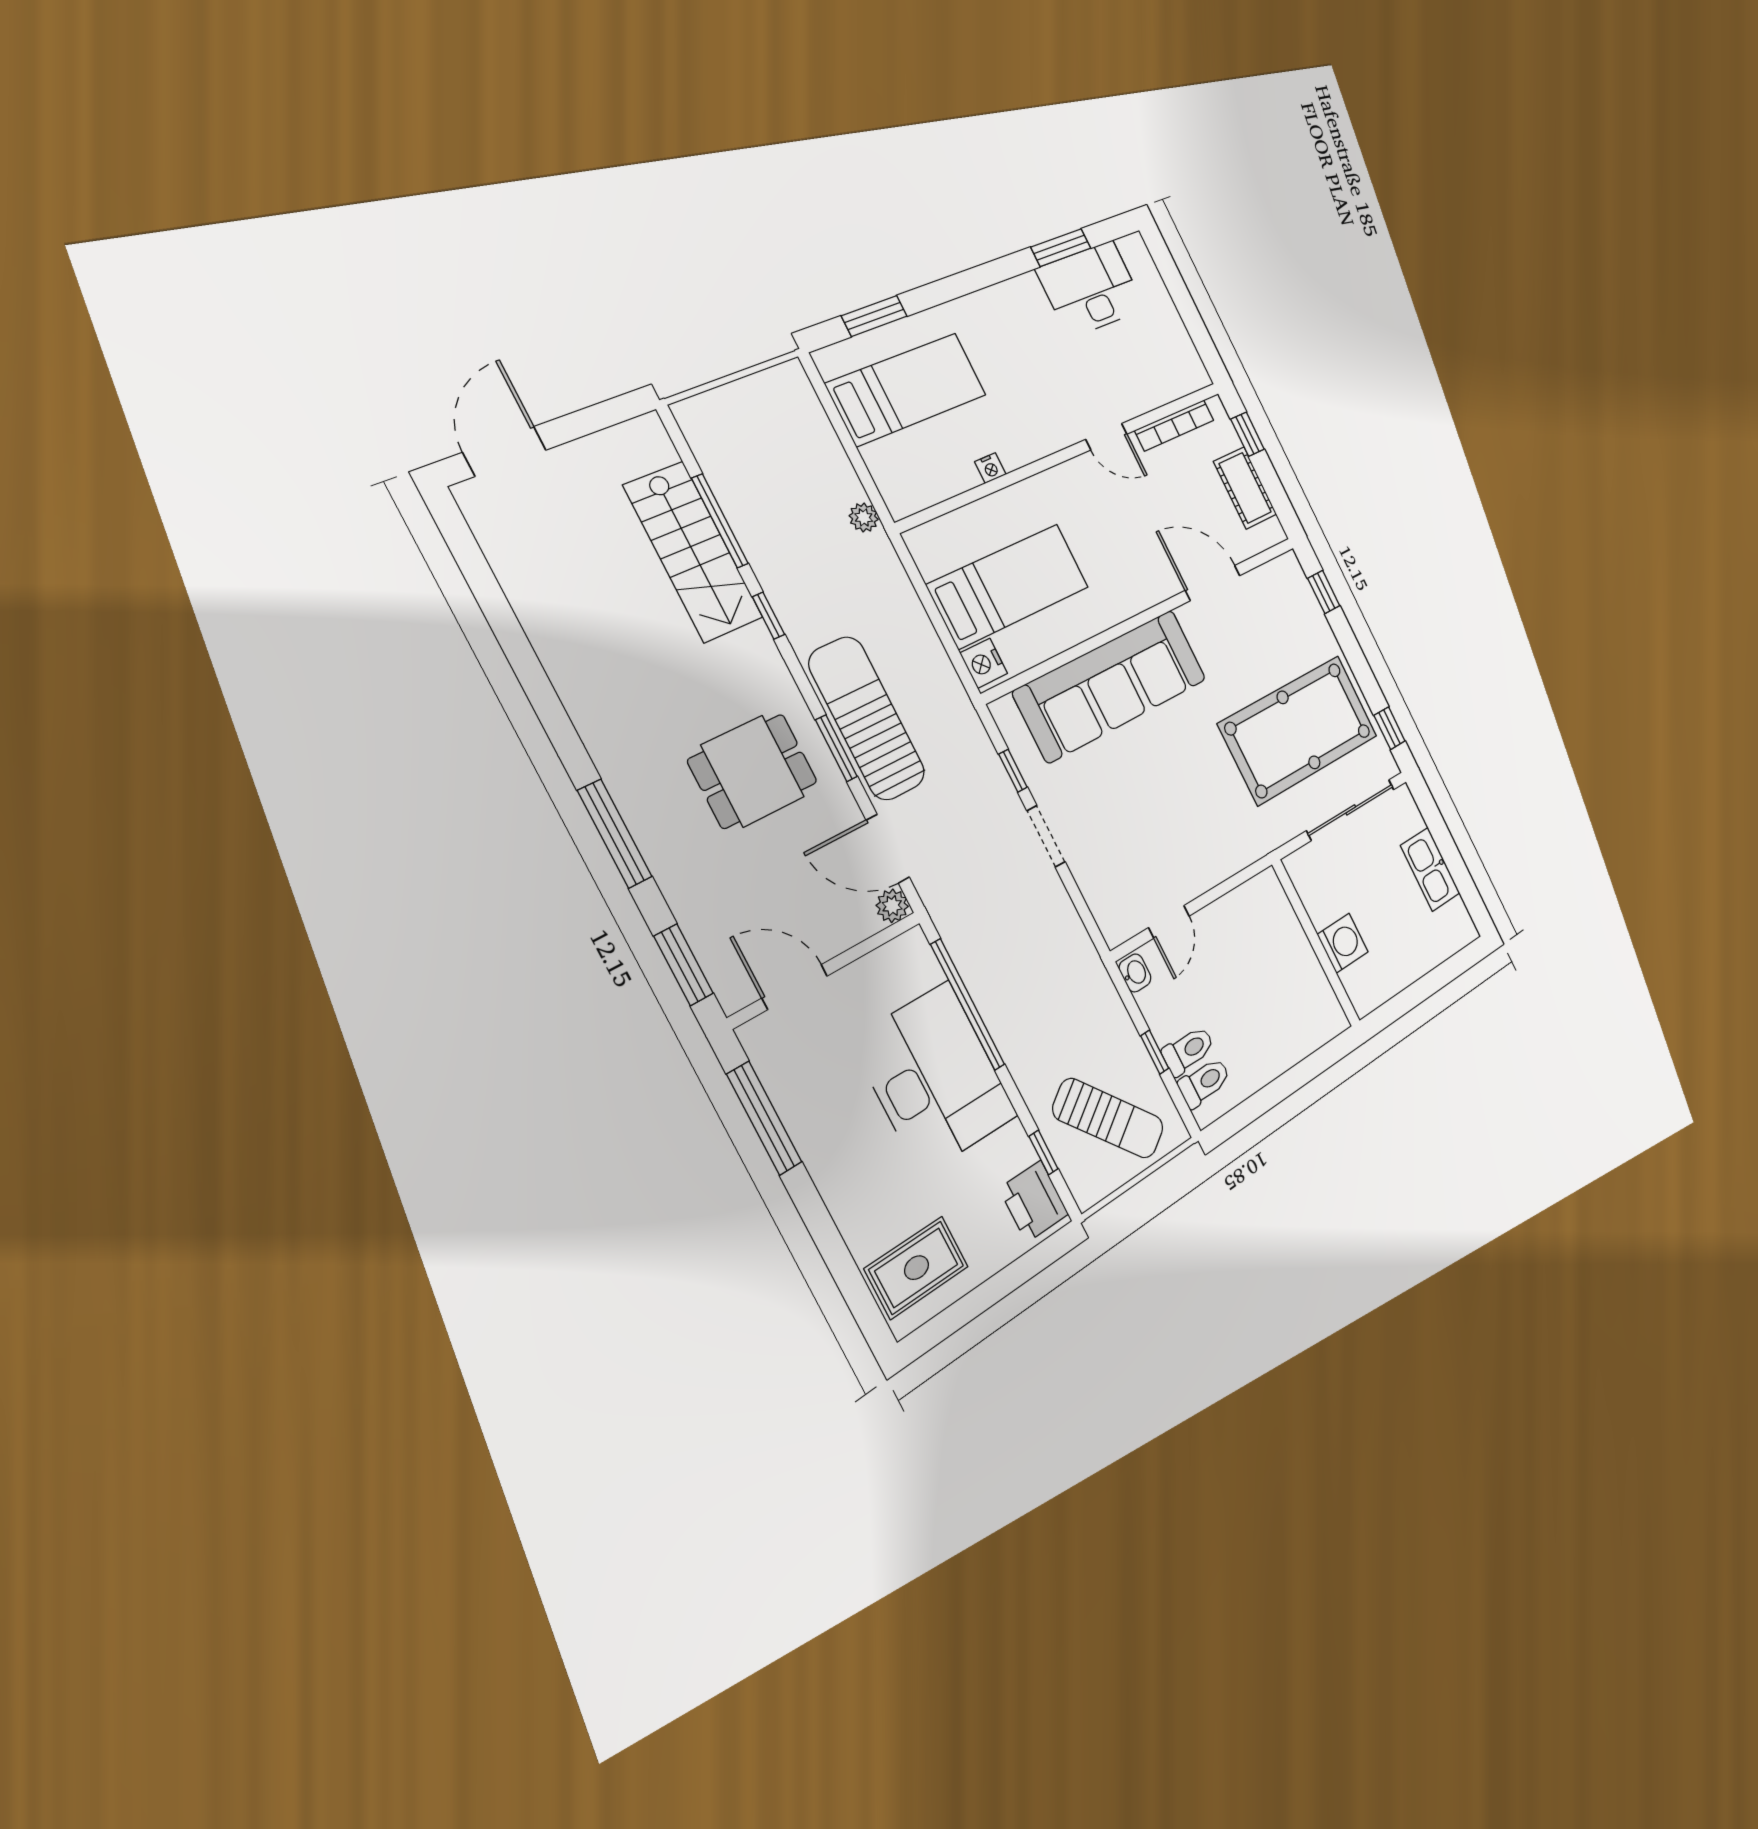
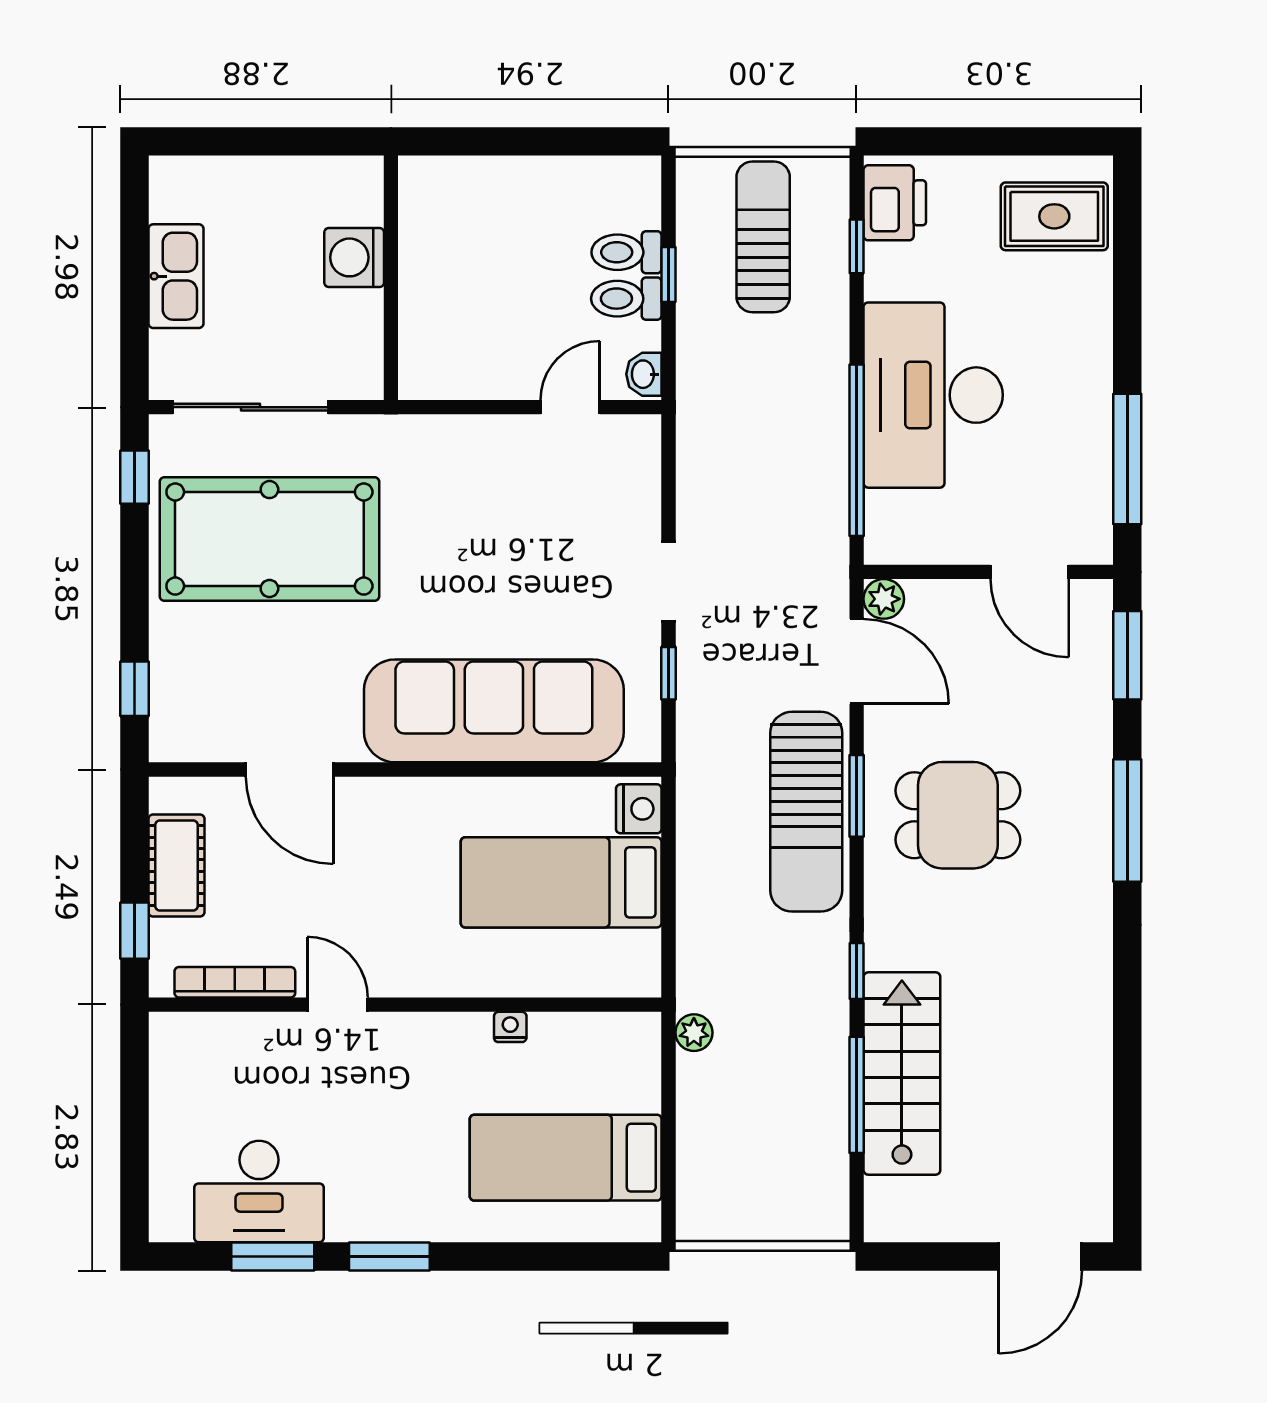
window: (874, 316) -> (389, 1256), moved
toilet: (1204, 1082) -> (626, 299), moved
sun lounger: (1108, 1118) -> (763, 237), turned 37

